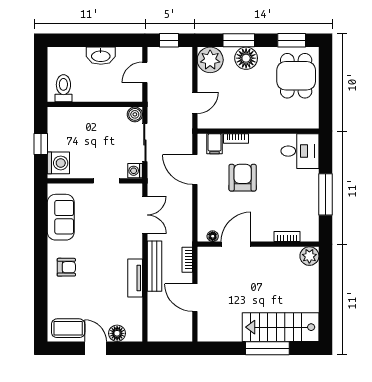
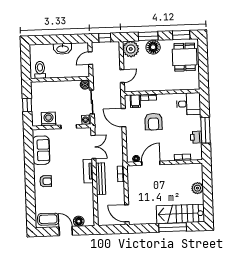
washing machine: (58, 163) -> (49, 119), moved, turned -90
armchair: (243, 178) -> (154, 122), turned 180
printer: (310, 205) -> (196, 137), added
plant: (309, 256) -> (197, 188), moved
tv unit: (135, 278) -> (88, 171), moved
door: (195, 298) -> (127, 213), moved

